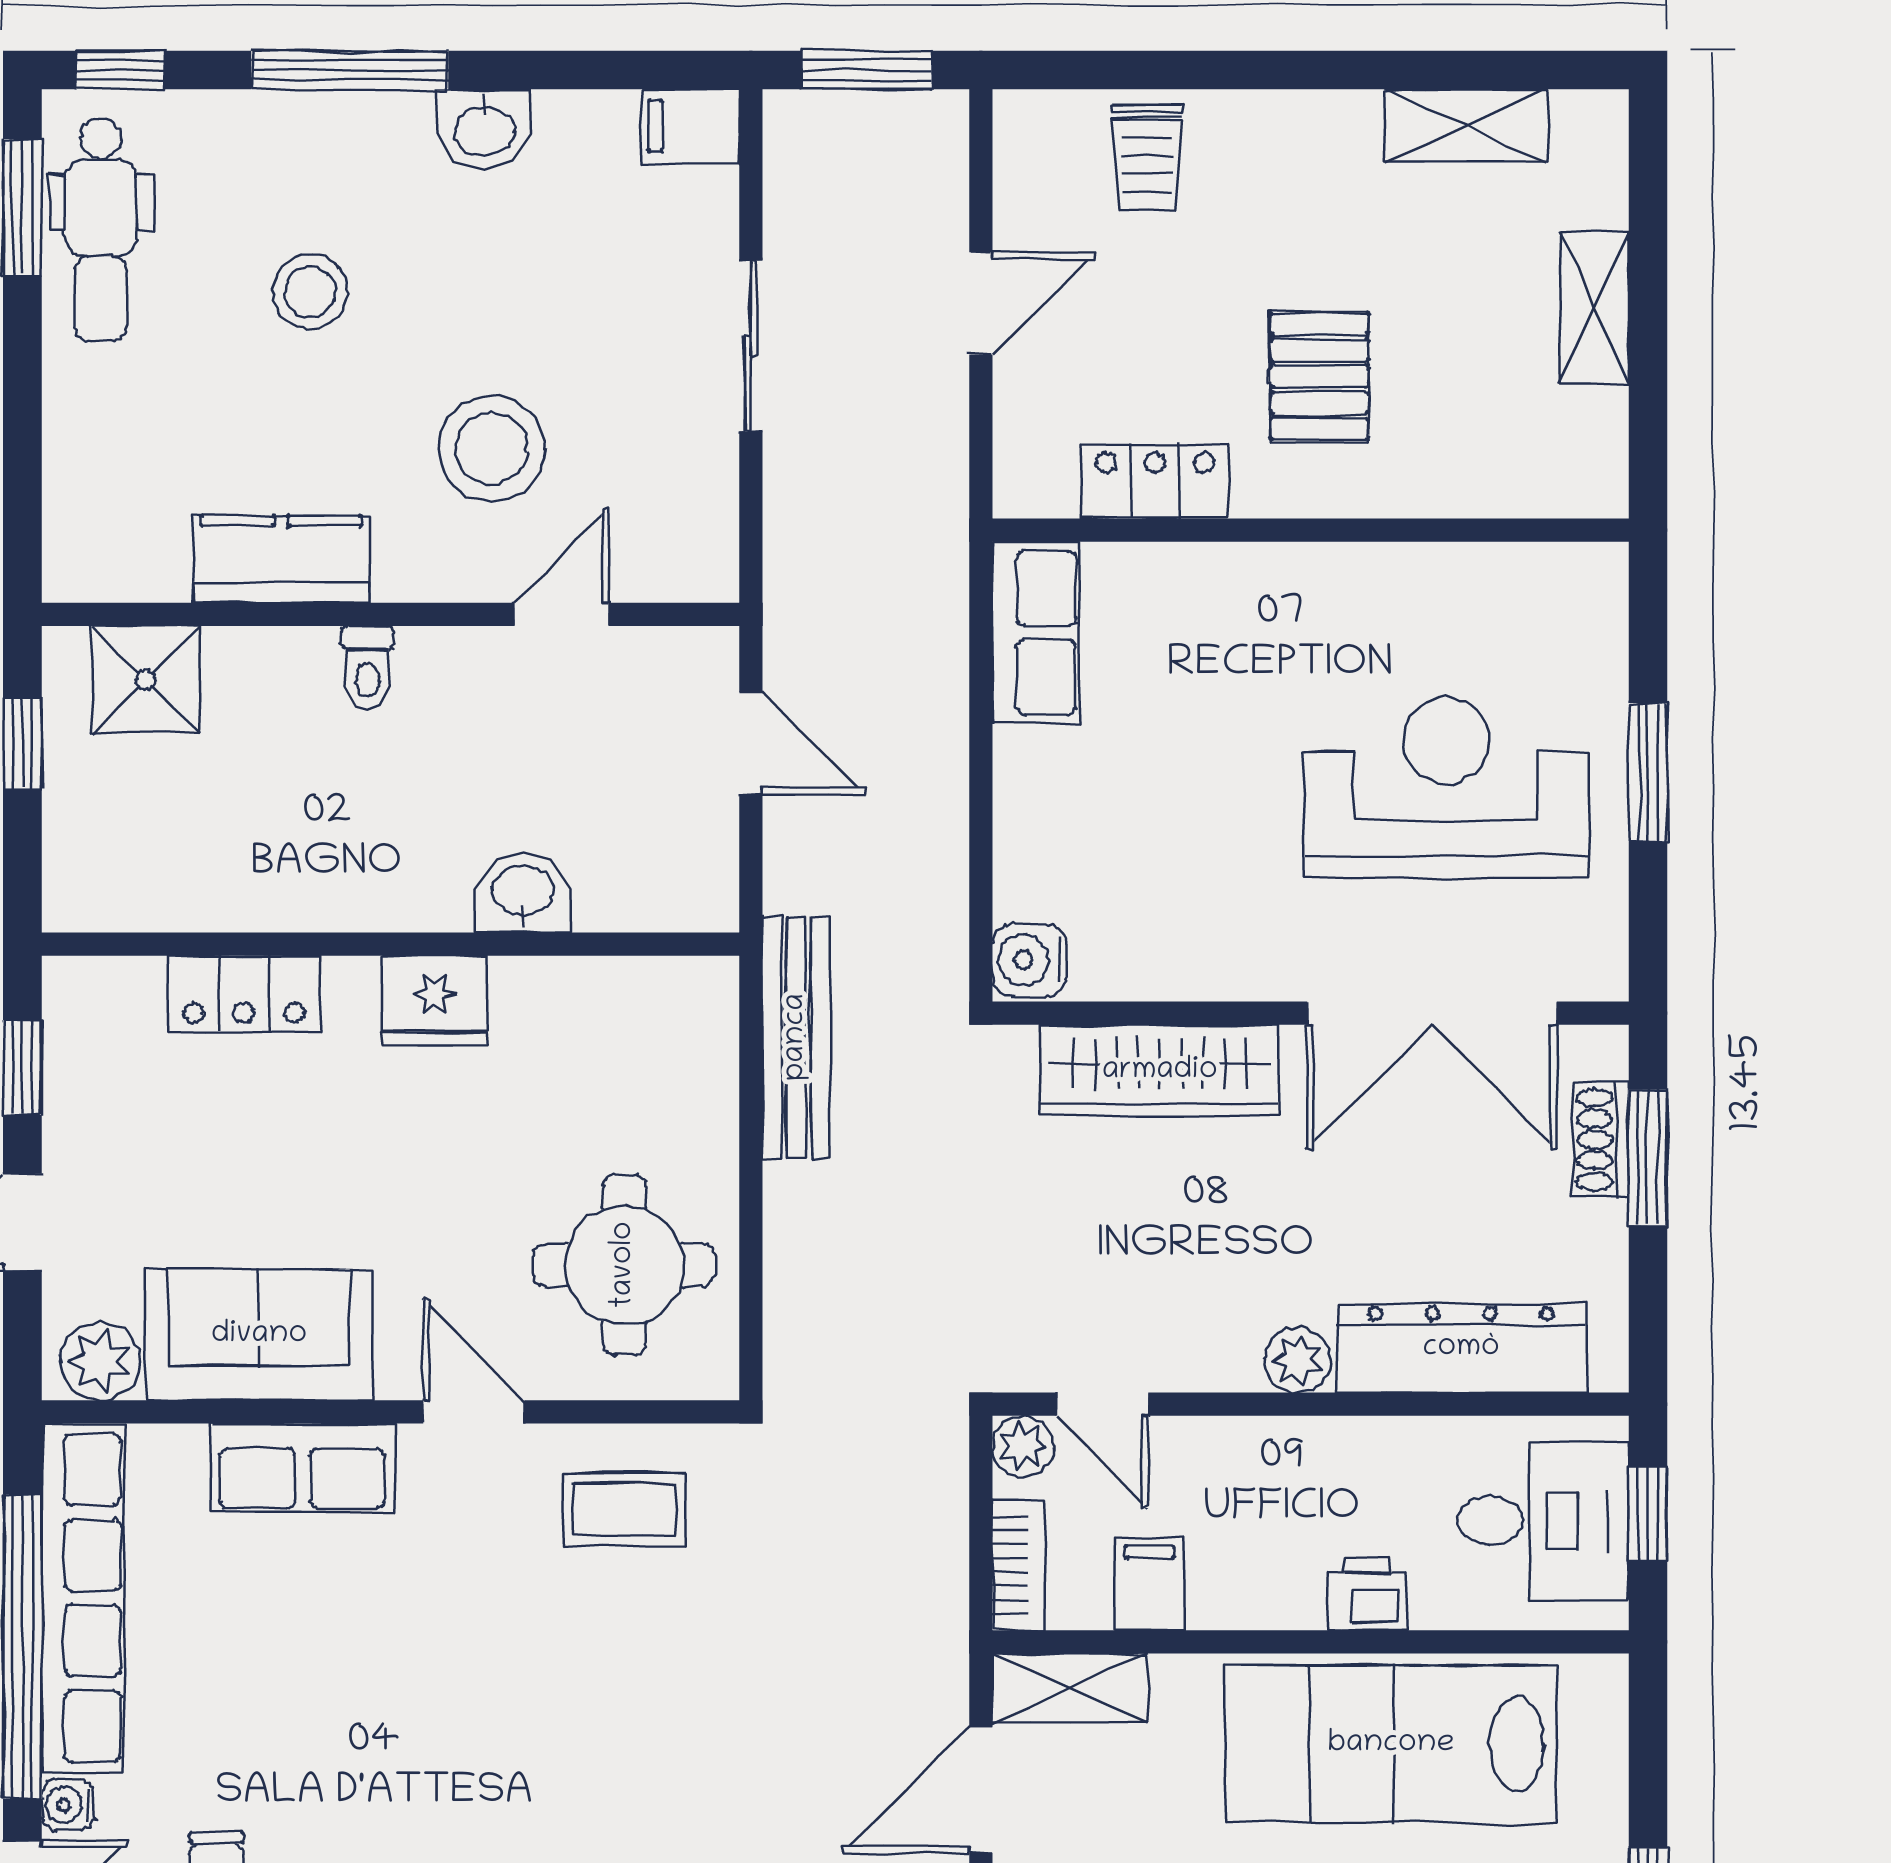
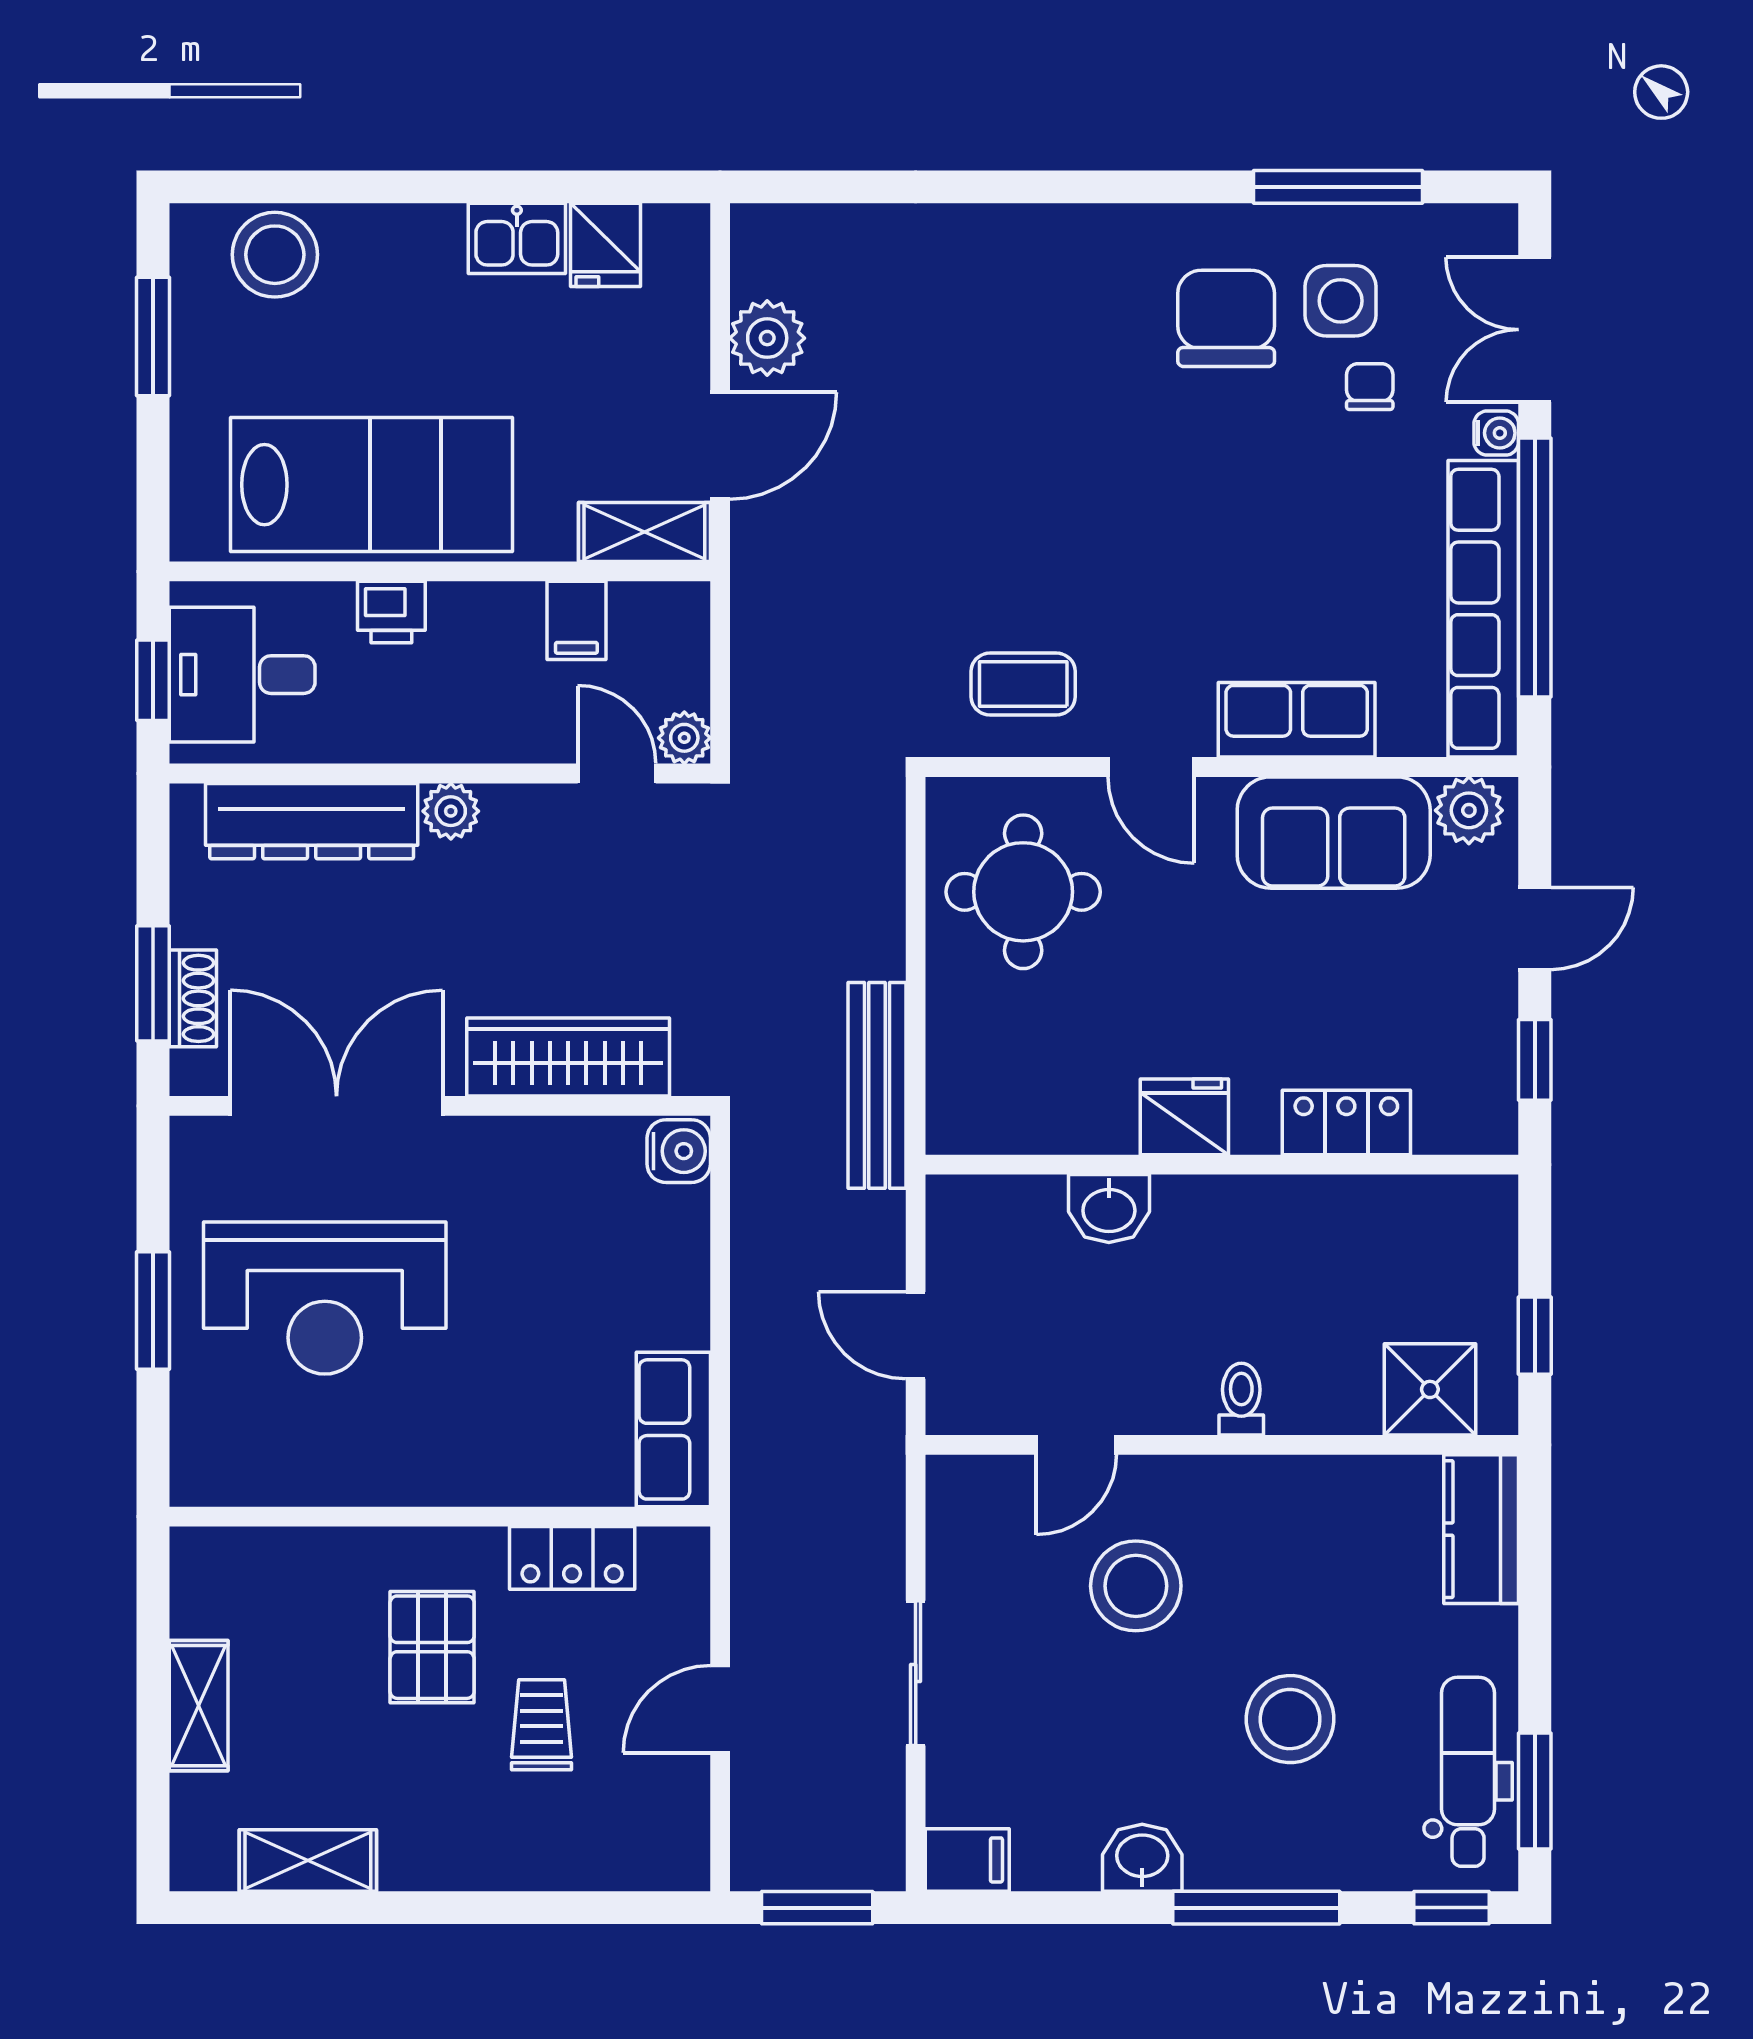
trolley: (1147, 157) -> (542, 1725), moved
stool: (310, 292) -> (1290, 1719), width x1.38, depth x1.38
kitchen counter: (281, 559) -> (1481, 1529), moved, turned 90
bookcase: (1018, 1565) -> (688, 637), removed

